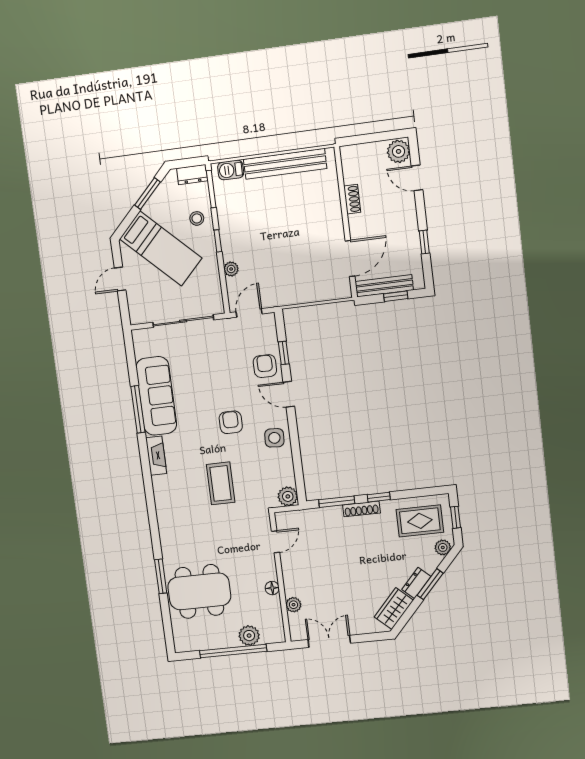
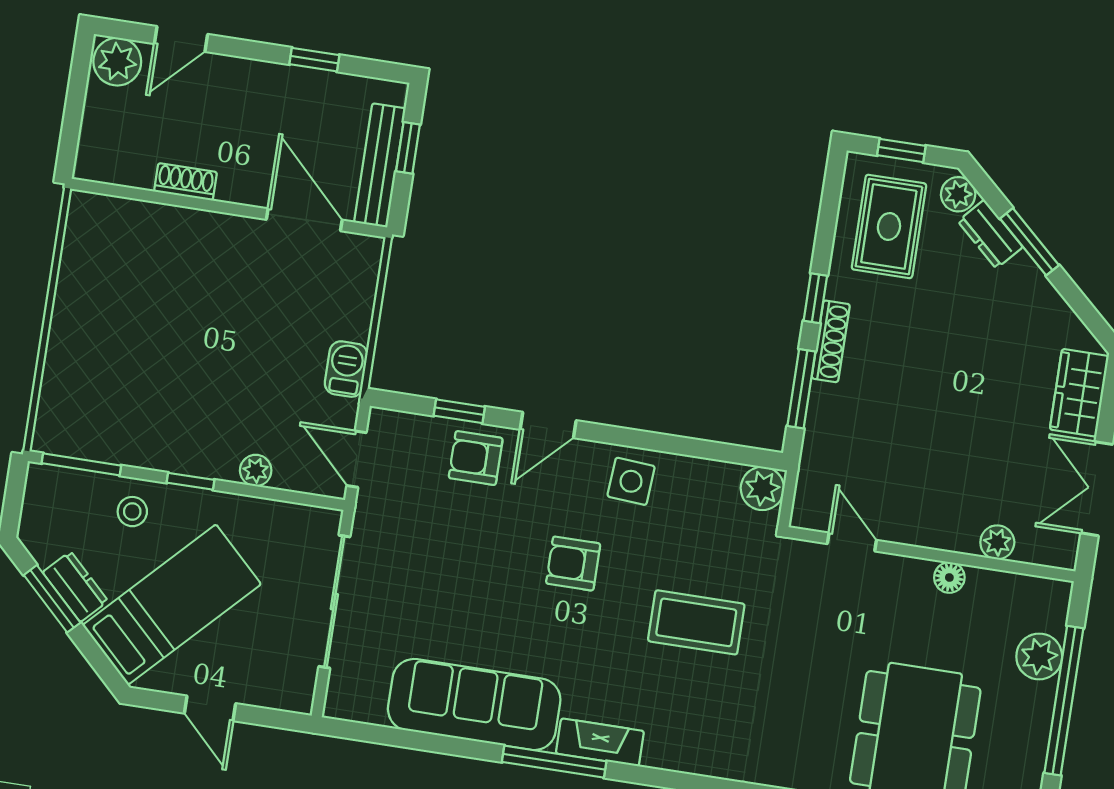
bench: (285, 164) -> (75, 298), removed
barbecue: (231, 170) -> (346, 369), moved, turned 180
dresser: (192, 175) -> (75, 587), moved, turned -46
window: (138, 409) -> (554, 762), moved
dresser: (416, 583) -> (990, 234), moved
wardrobe: (394, 609) -> (1079, 393), moved, turned 48

